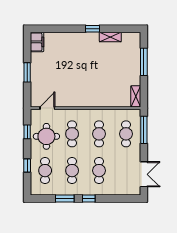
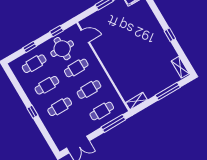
shelving: (110, 37) -> (180, 67), moved
window: (65, 198) -> (21, 93), removed

